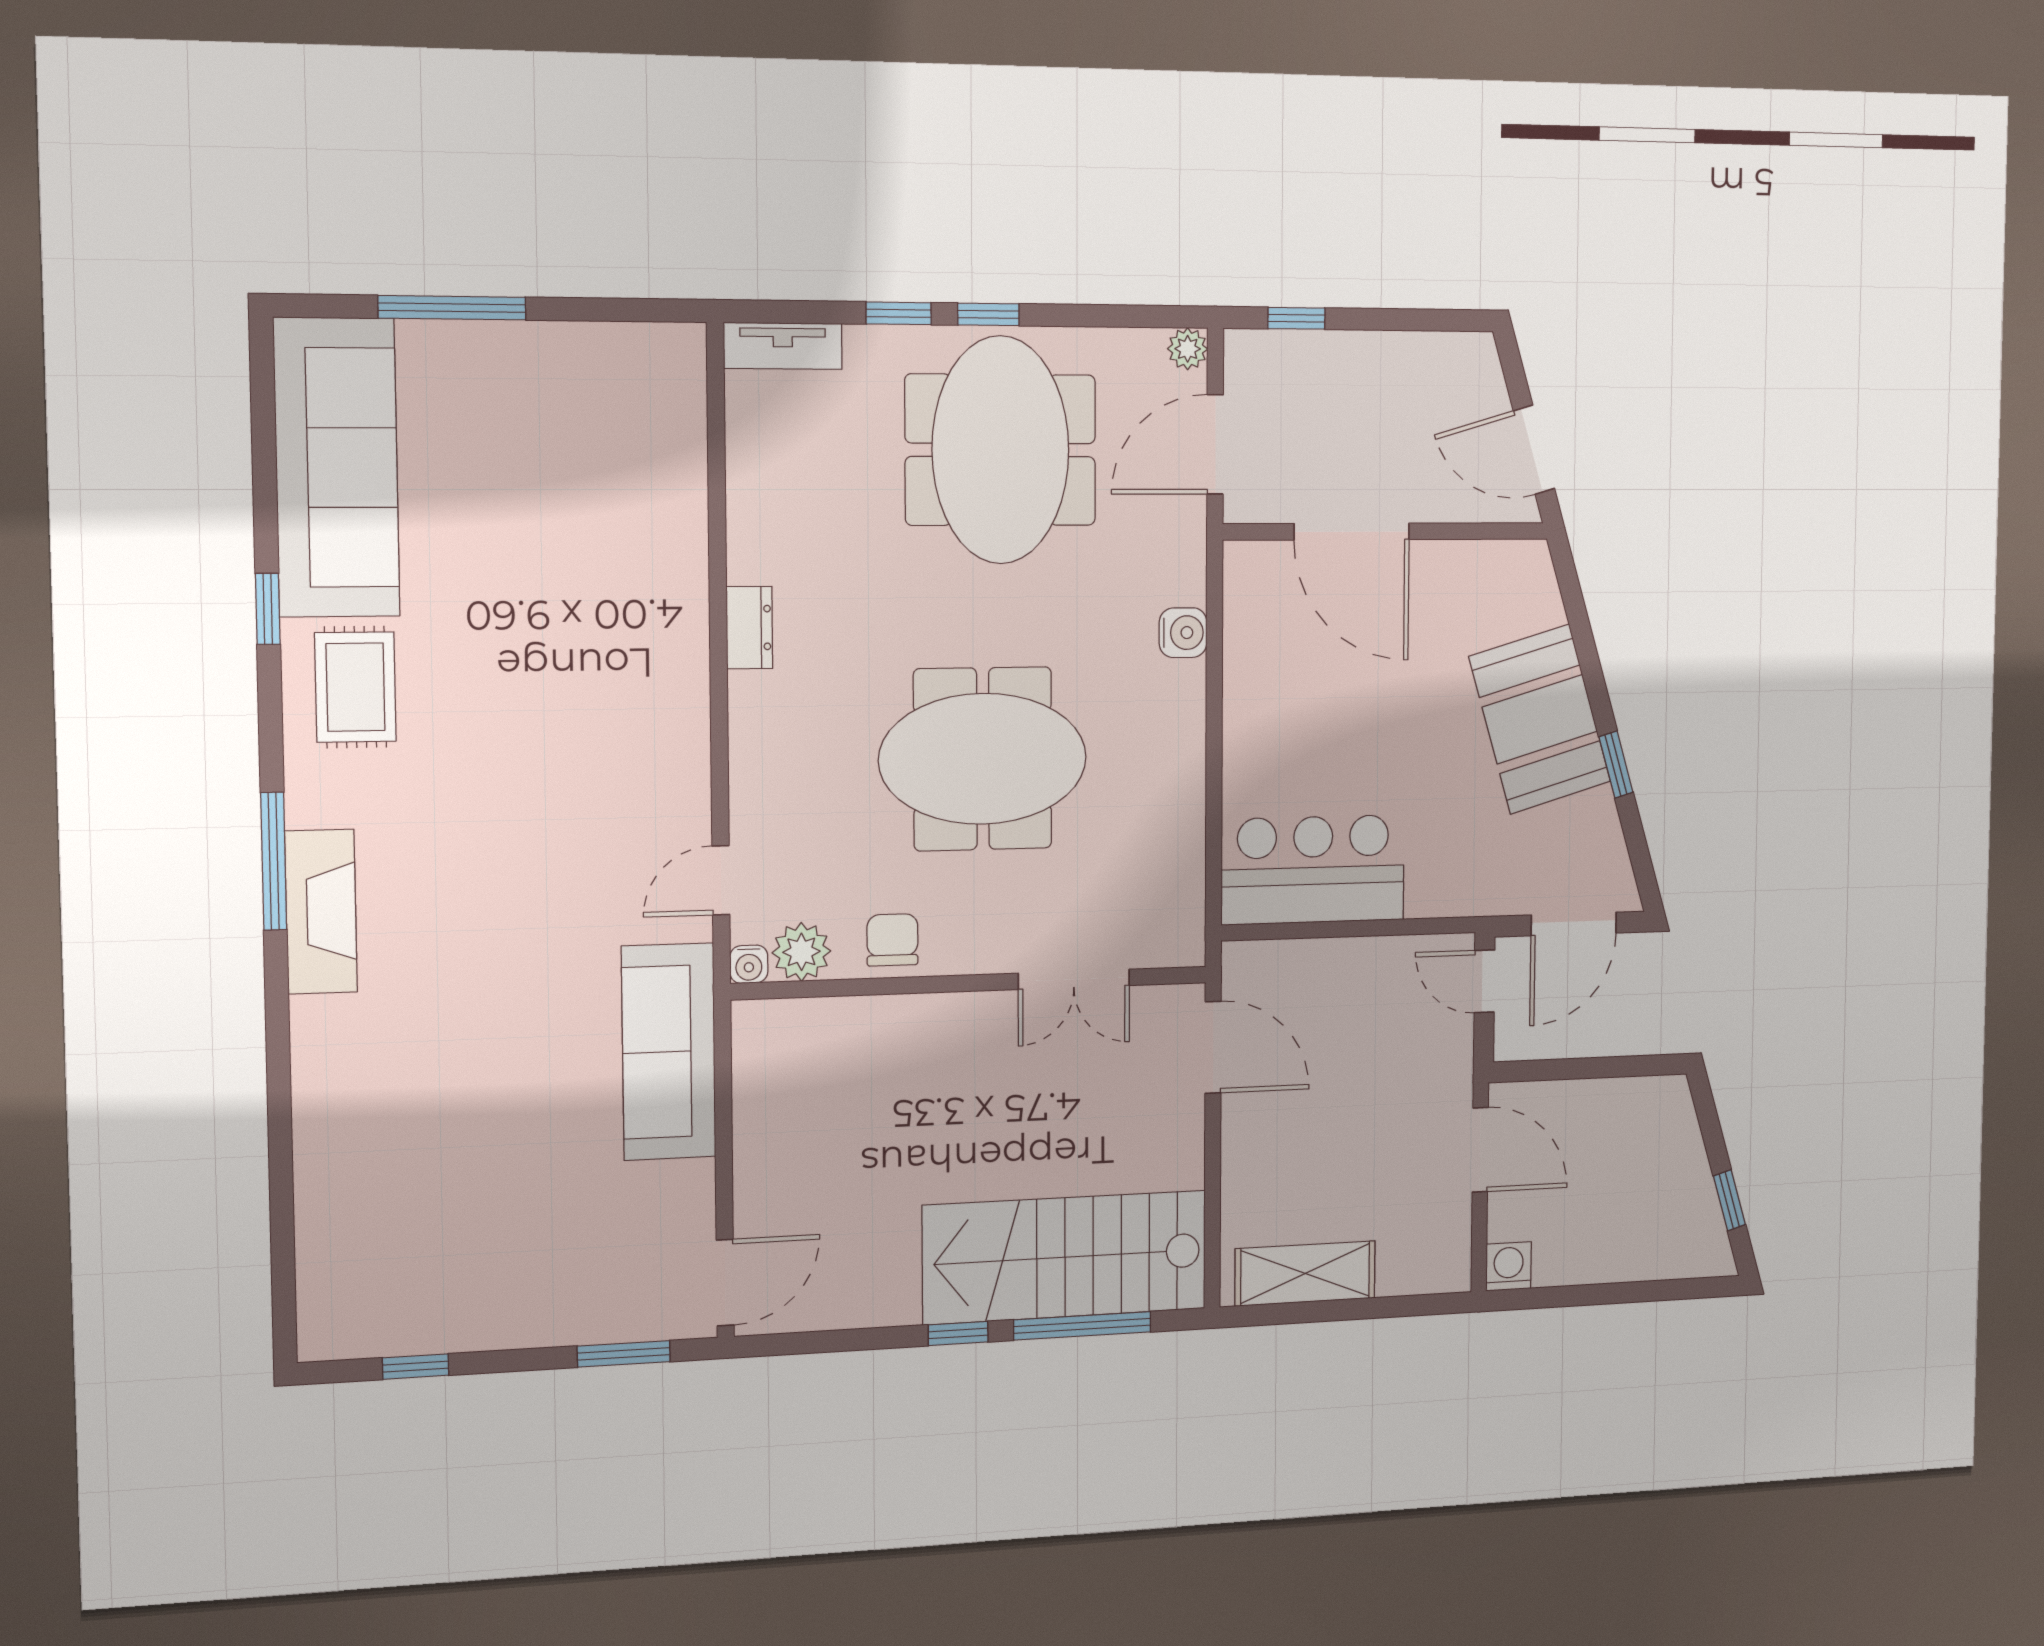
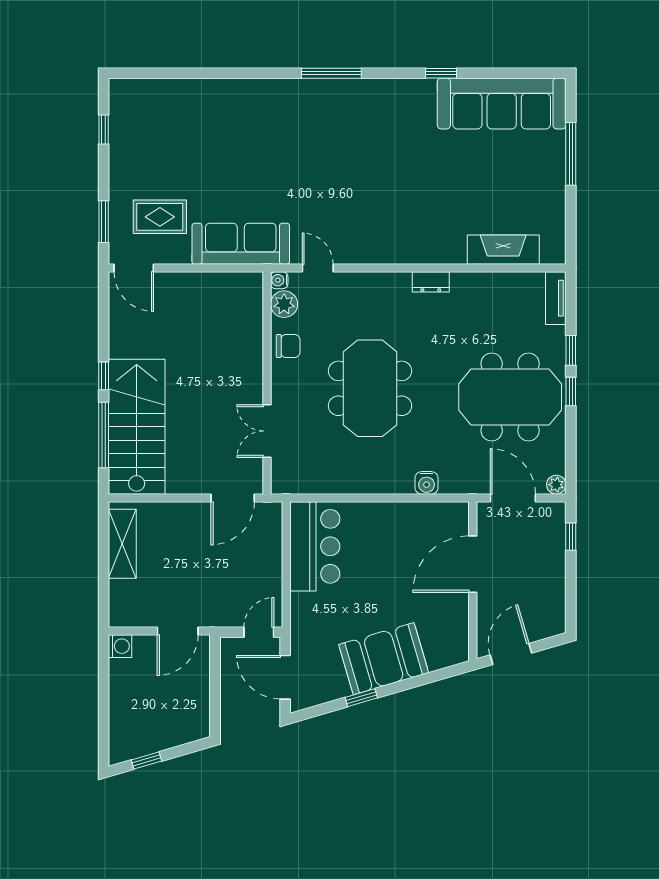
rug: (355, 687) -> (160, 217), moved
fireplace: (321, 912) -> (503, 250), moved, turned 180

